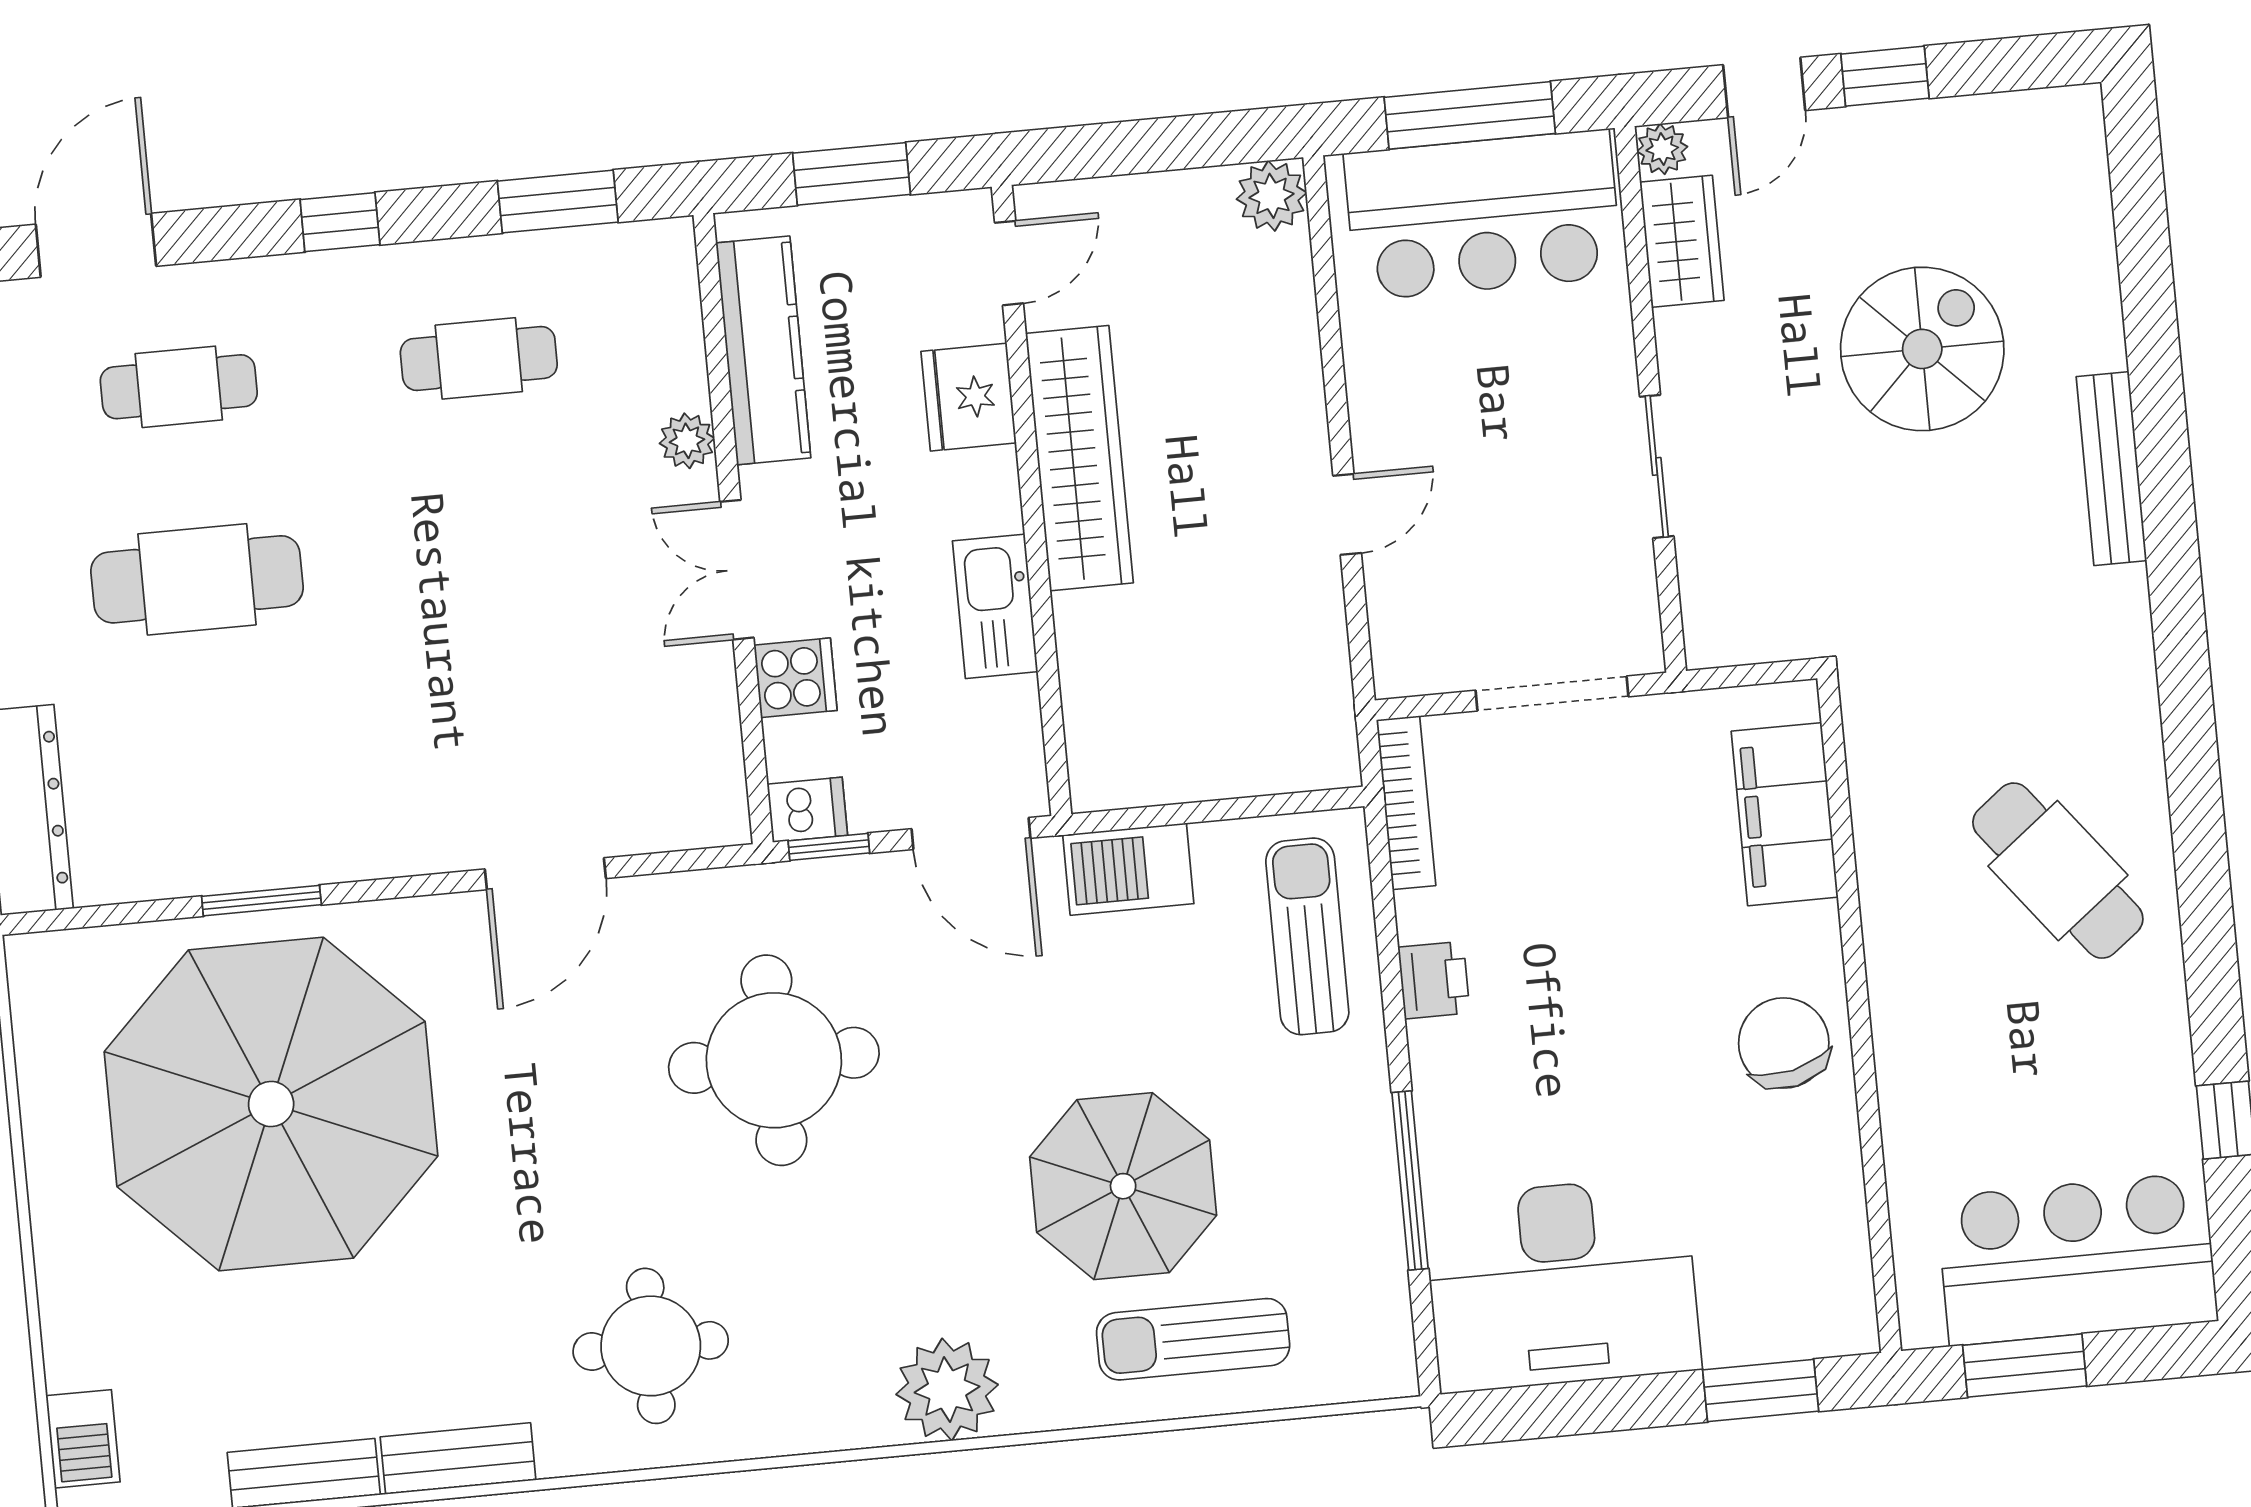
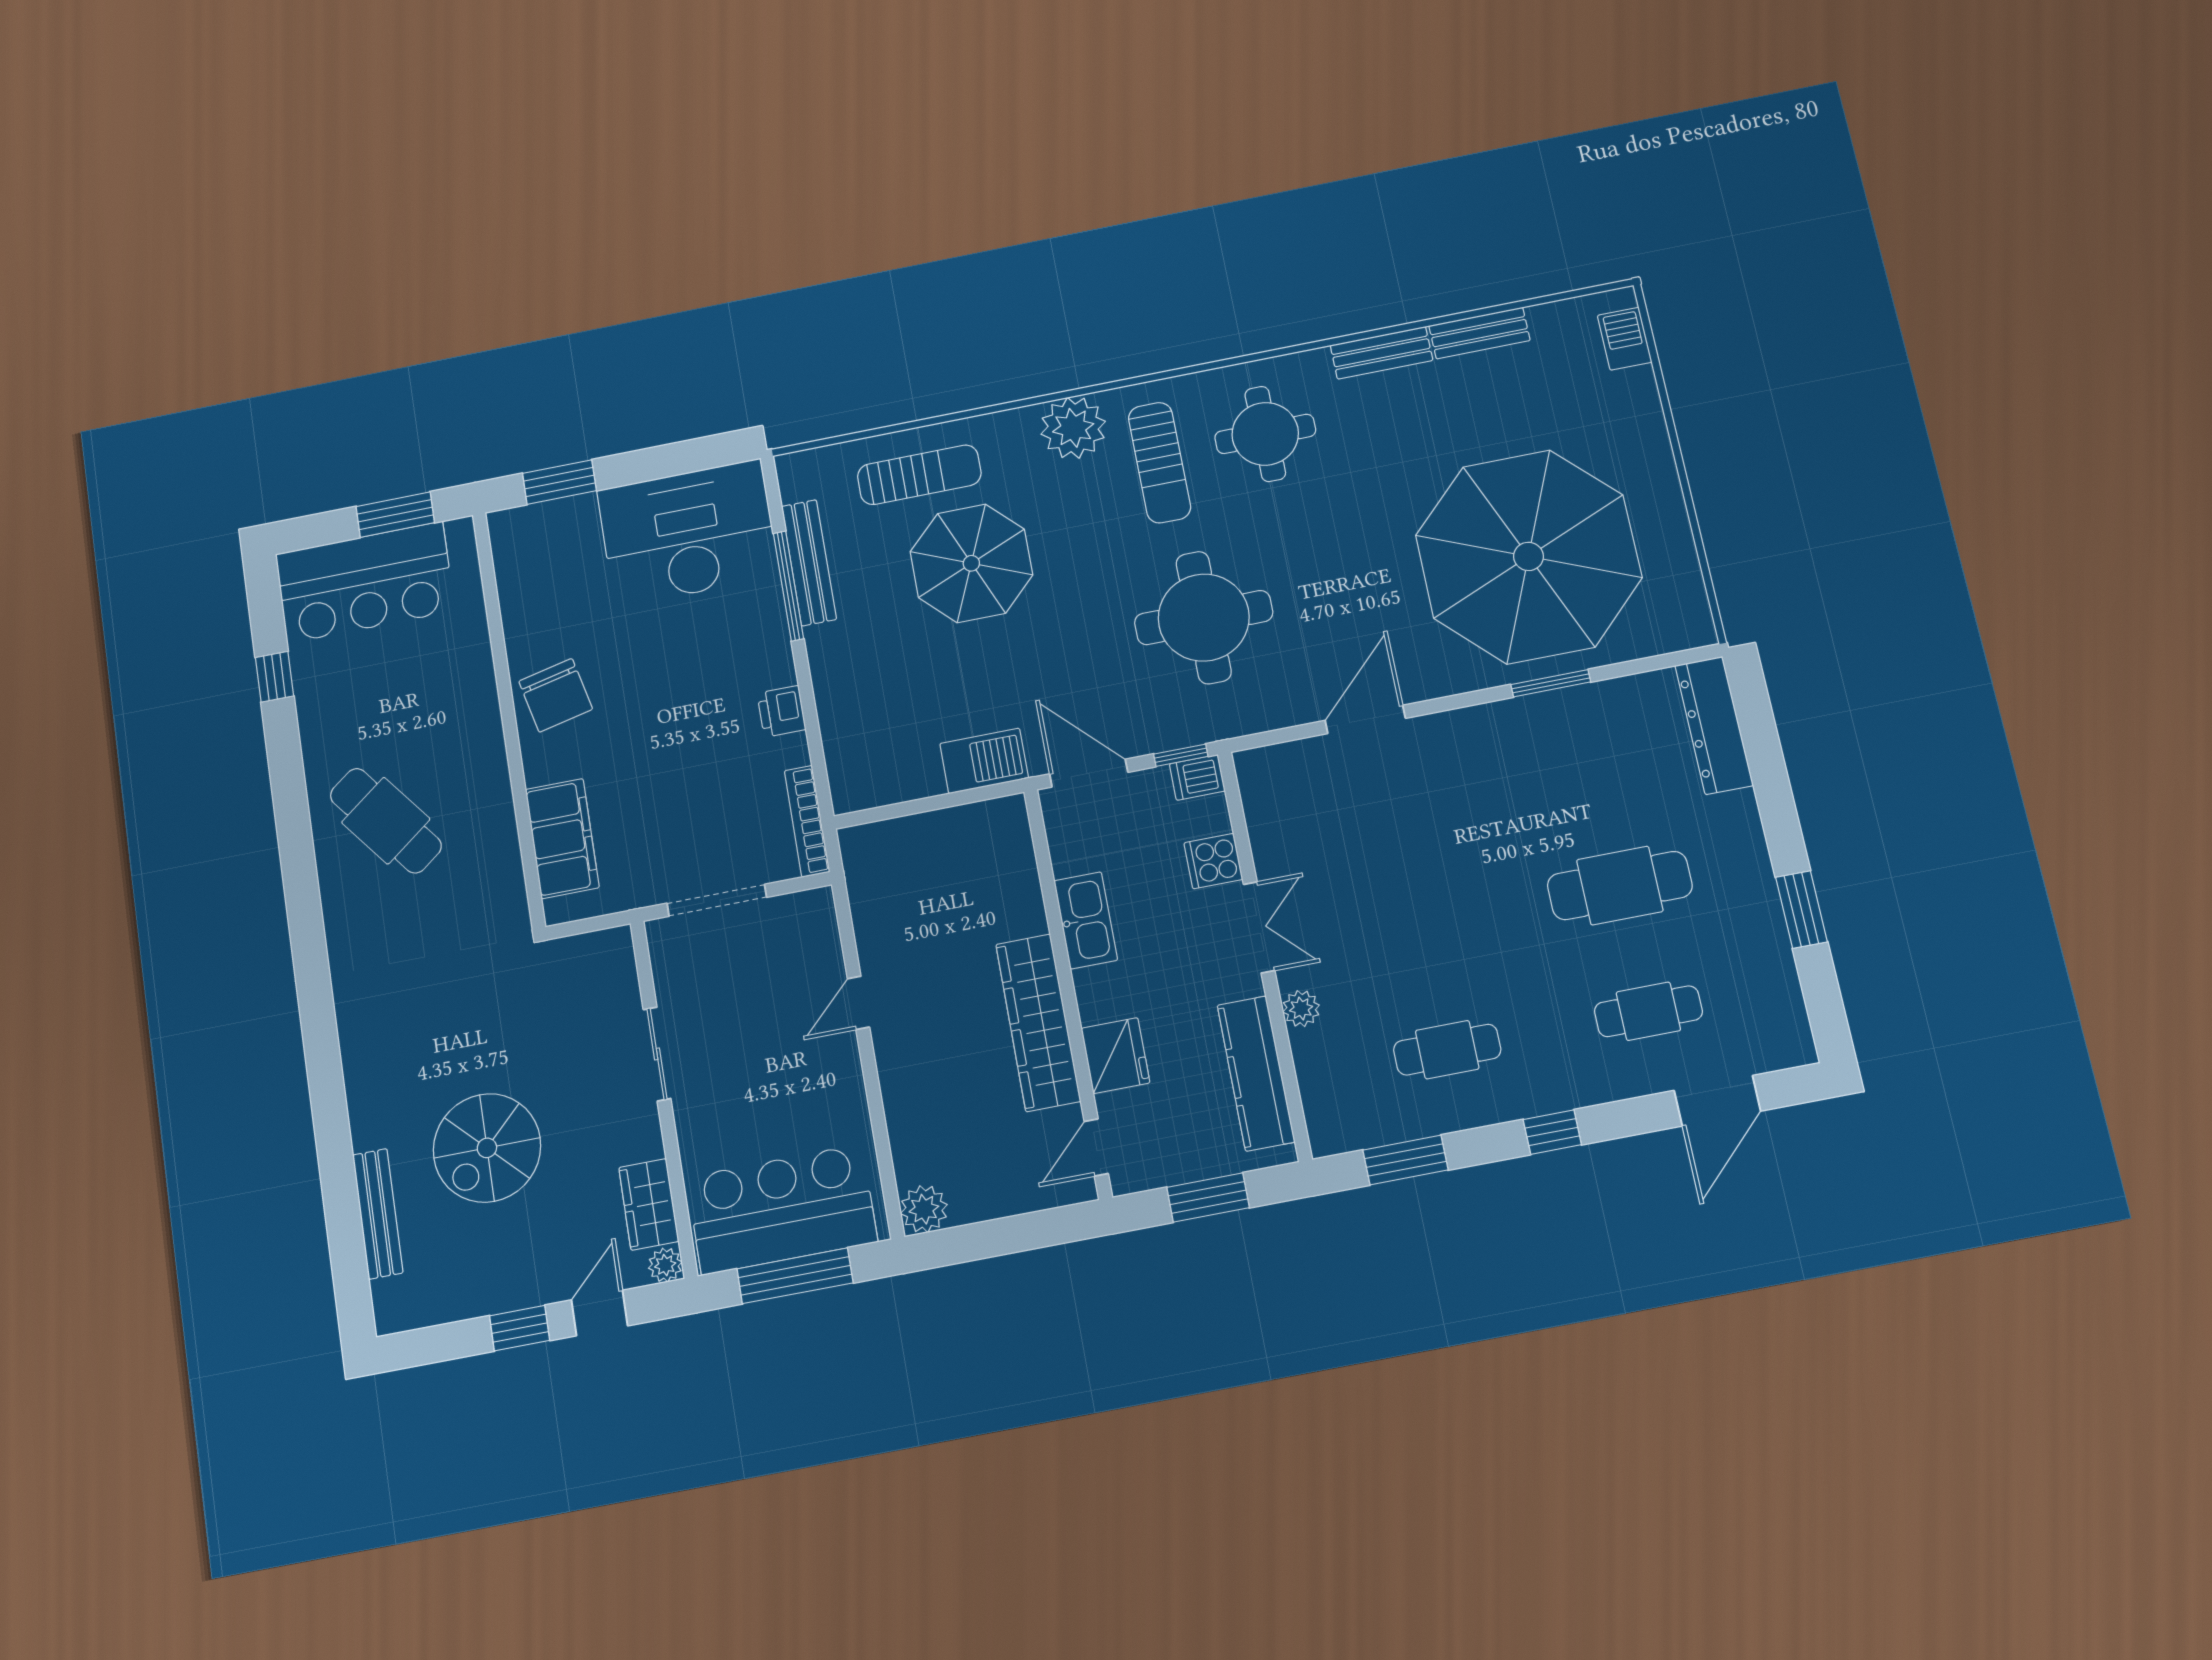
bench: (2111, 469) -> (378, 1214), moved
sun lounger: (1307, 936) -> (1159, 463), moved
bench: (1375, 1215) -> (809, 563), added

